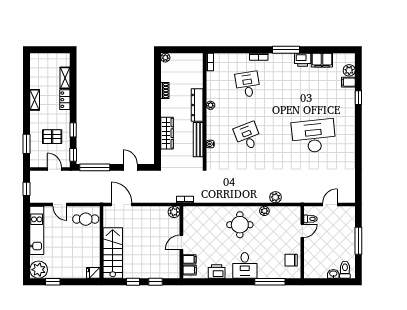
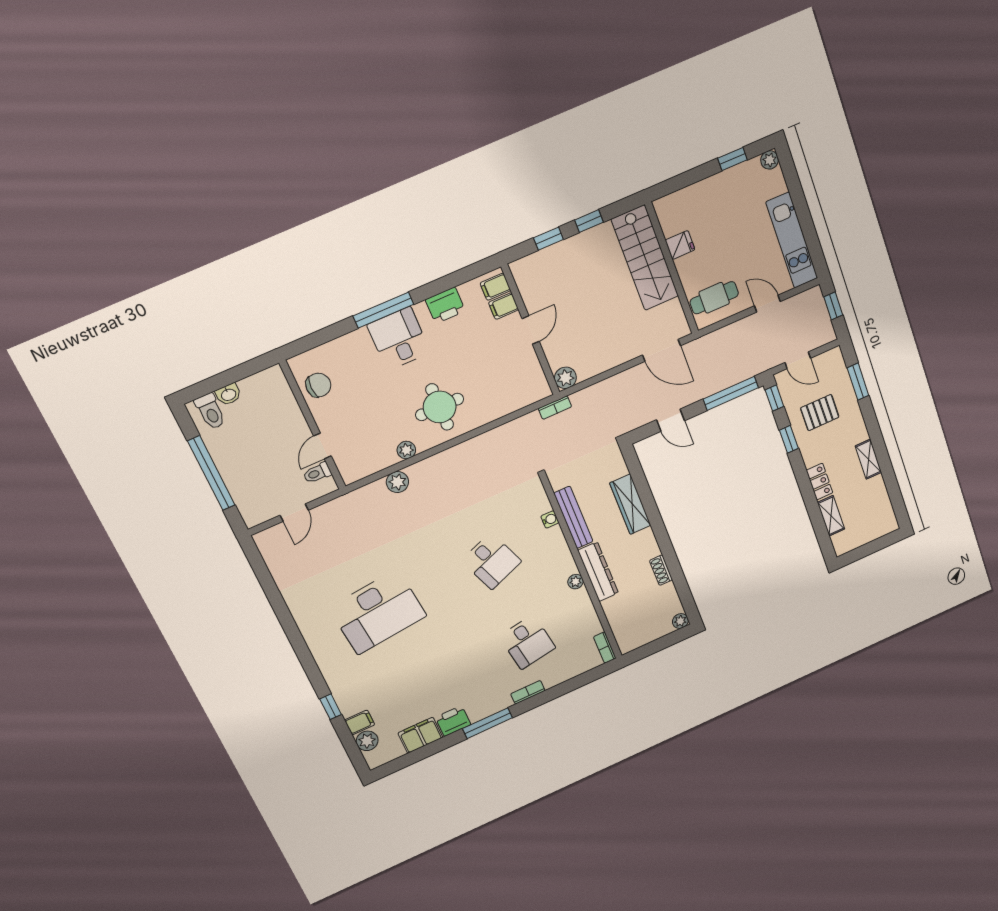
window: (358, 241) -> (211, 473), width x1.46
plant: (39, 270) -> (770, 160), width x0.53, depth x0.53
fridge: (93, 273) -> (680, 245), moved
window: (270, 282) -> (383, 310), moved

